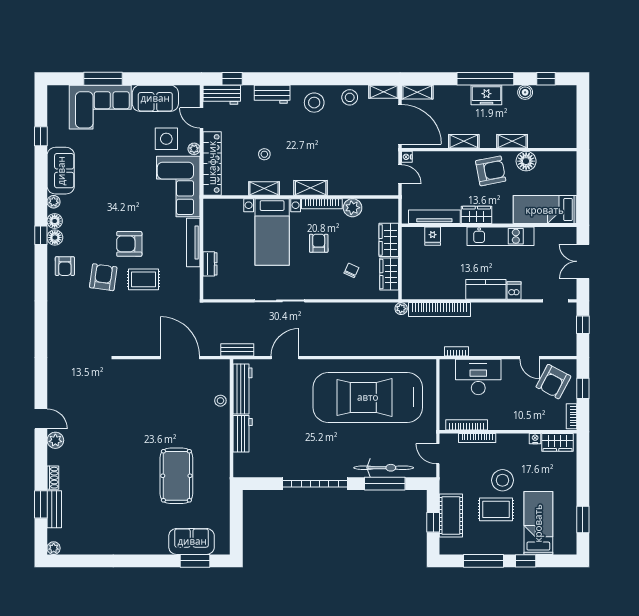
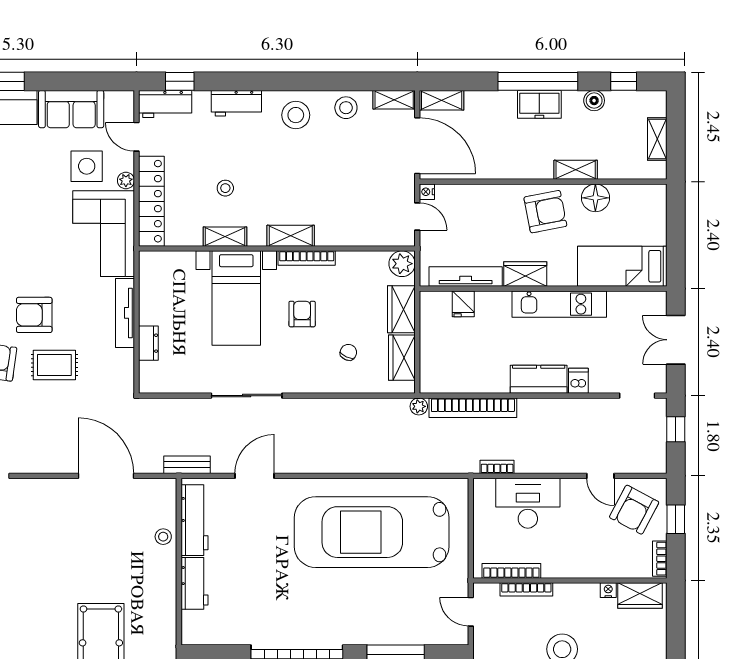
shelving: (464, 141) -> (657, 139), moved, turned 90
plant: (353, 208) -> (402, 264), moved
bicycle: (384, 468) -> (394, 631), removed

